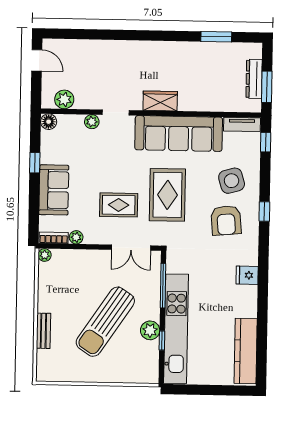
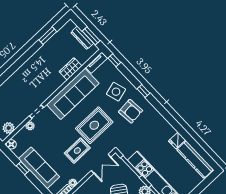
wardrobe: (160, 101) -> (71, 69), moved
sofa: (54, 190) -> (39, 168), width x1.36
rug: (167, 195) -> (94, 125), turned 90
fridge: (247, 275) -> (177, 140), moved

